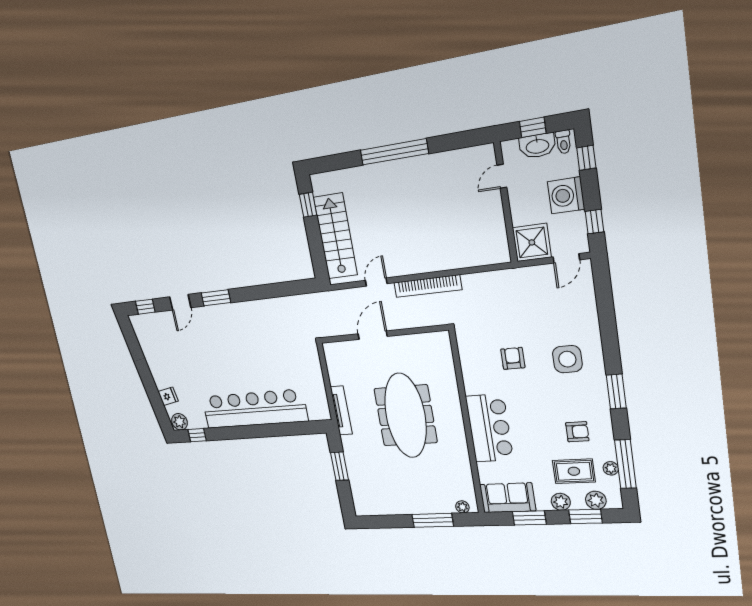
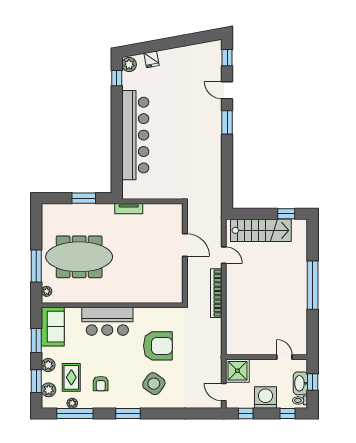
armchair: (513, 358) -> (158, 346), width x1.88, depth x1.88
side table: (567, 359) -> (154, 384), turned 35
tv unit: (341, 410) -> (129, 209), width x0.71
meeting table: (406, 416) -> (79, 257), moved

